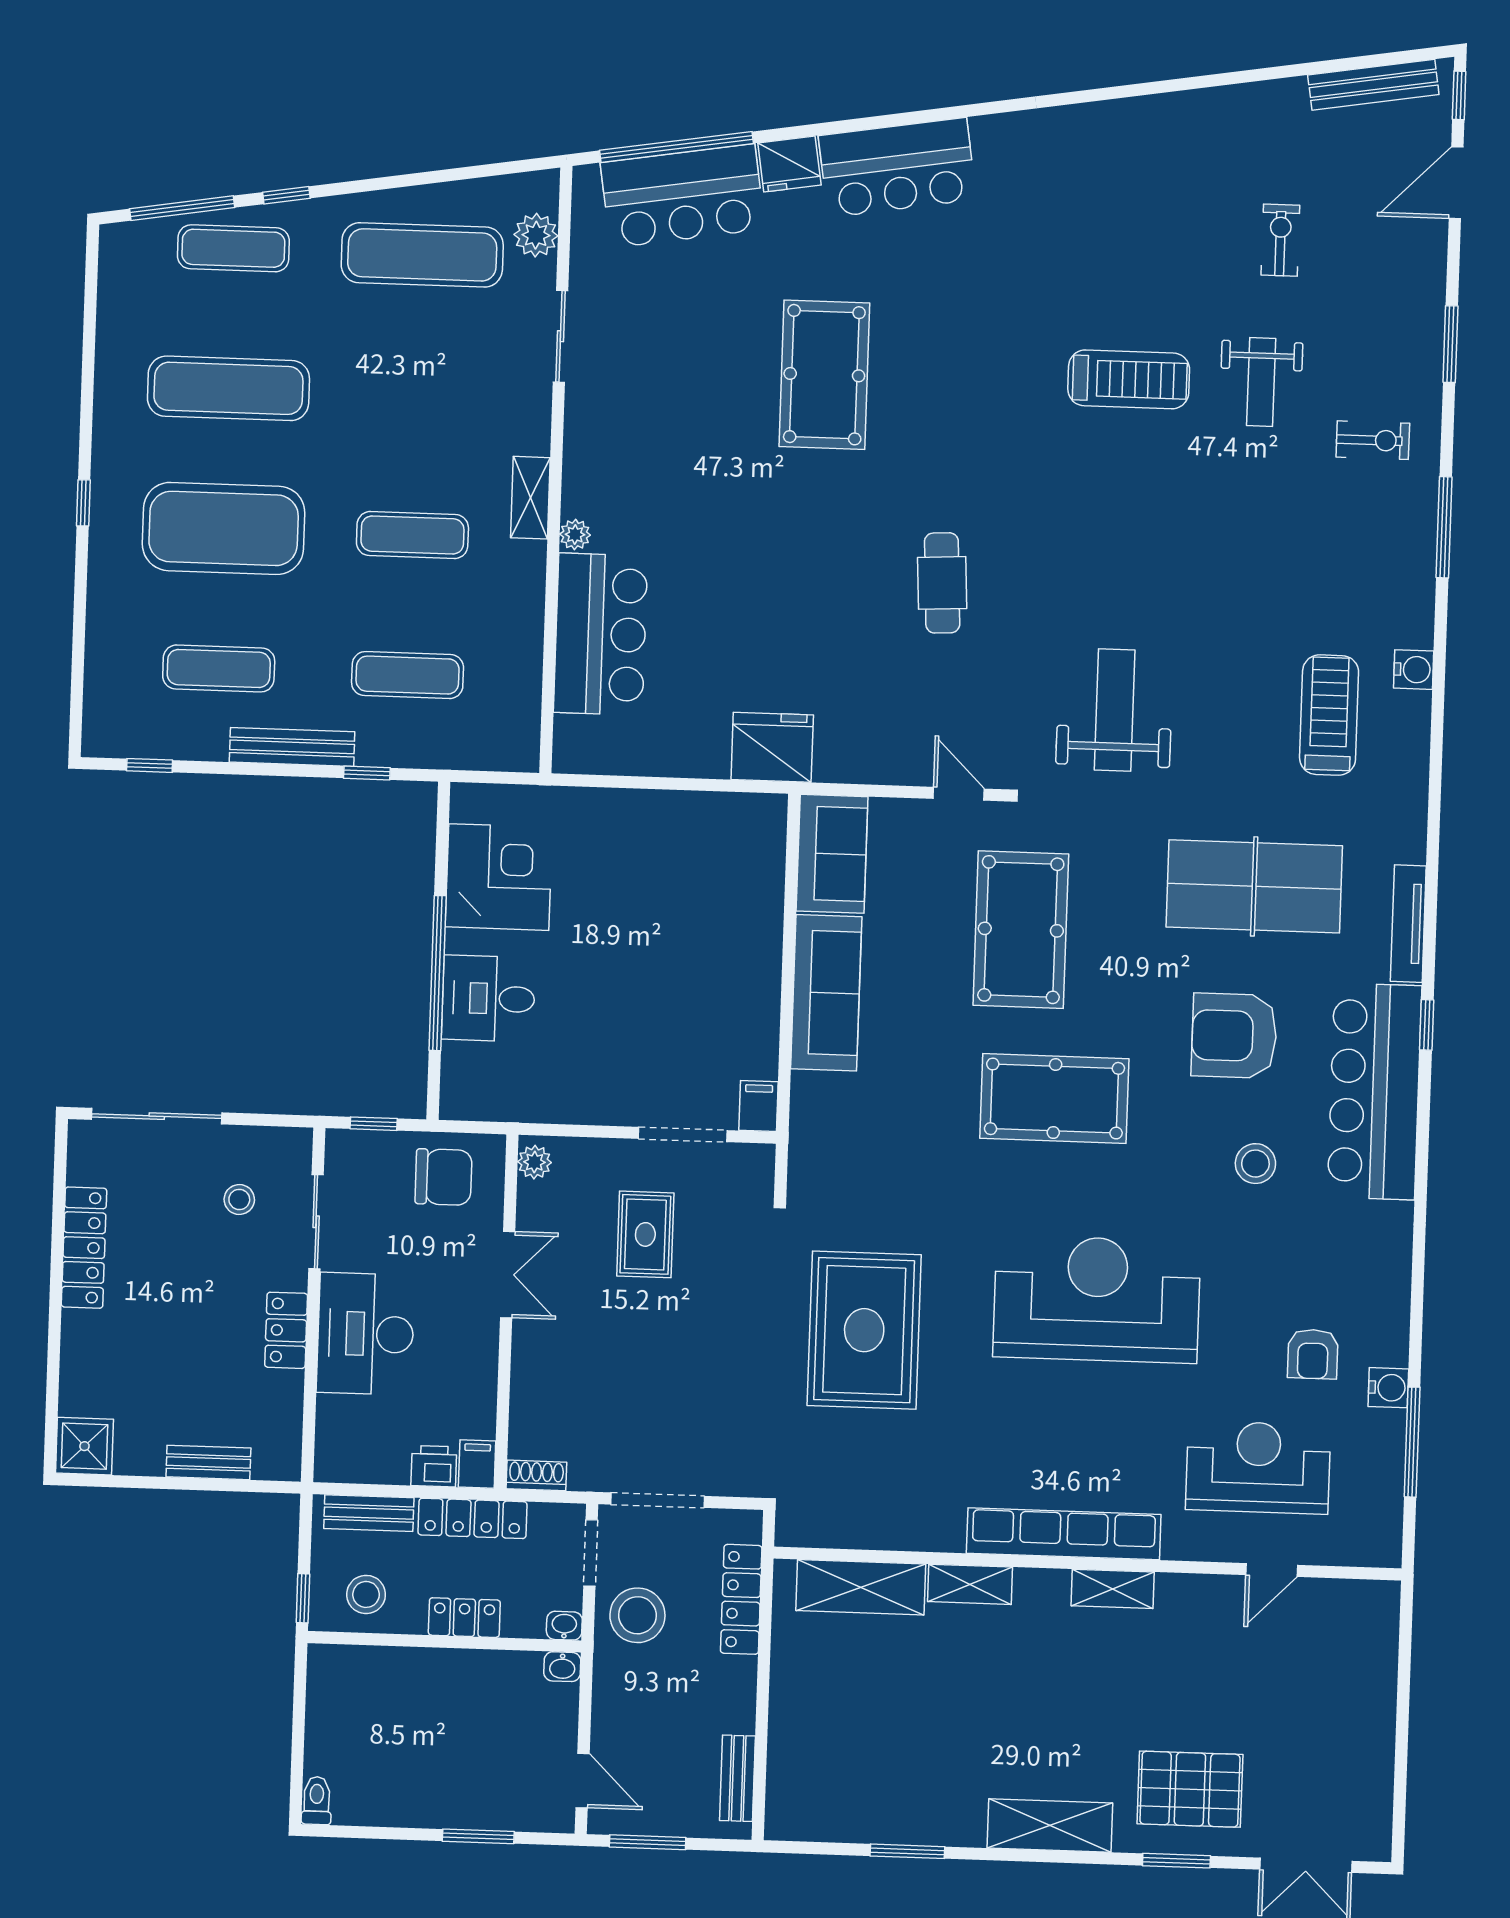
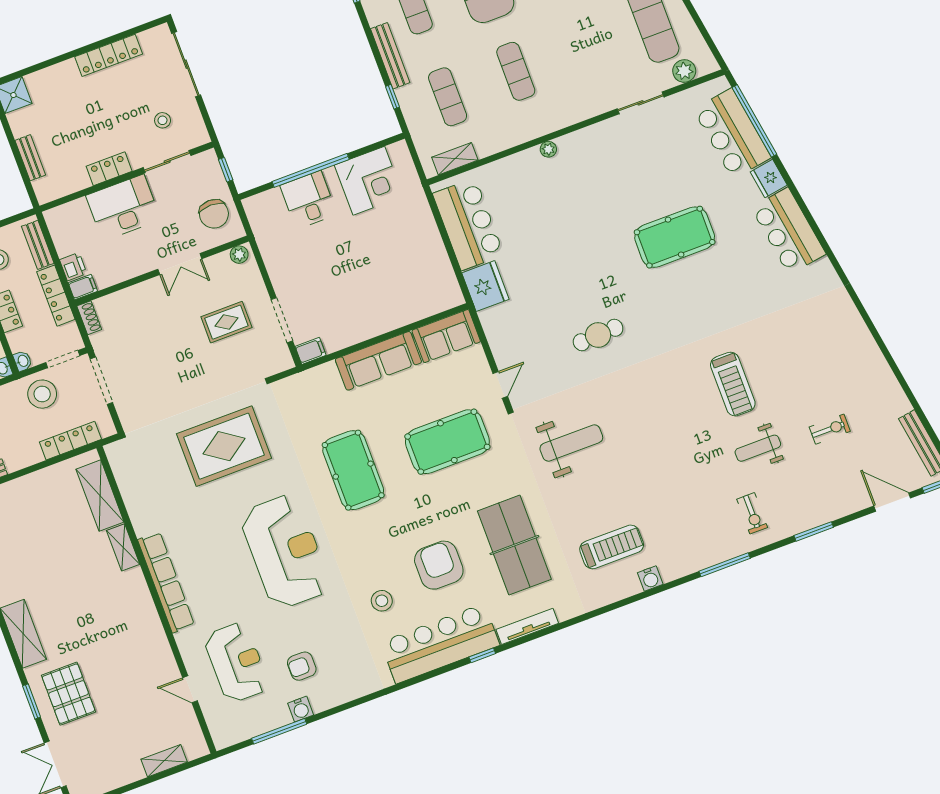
shelving: (530, 498) -> (455, 159), moved
bar counter: (601, 634) -> (468, 224), moved, turned -90
pool table: (1054, 1099) -> (353, 470), moved
shelving: (1113, 1589) -> (164, 761), moved, turned 90

